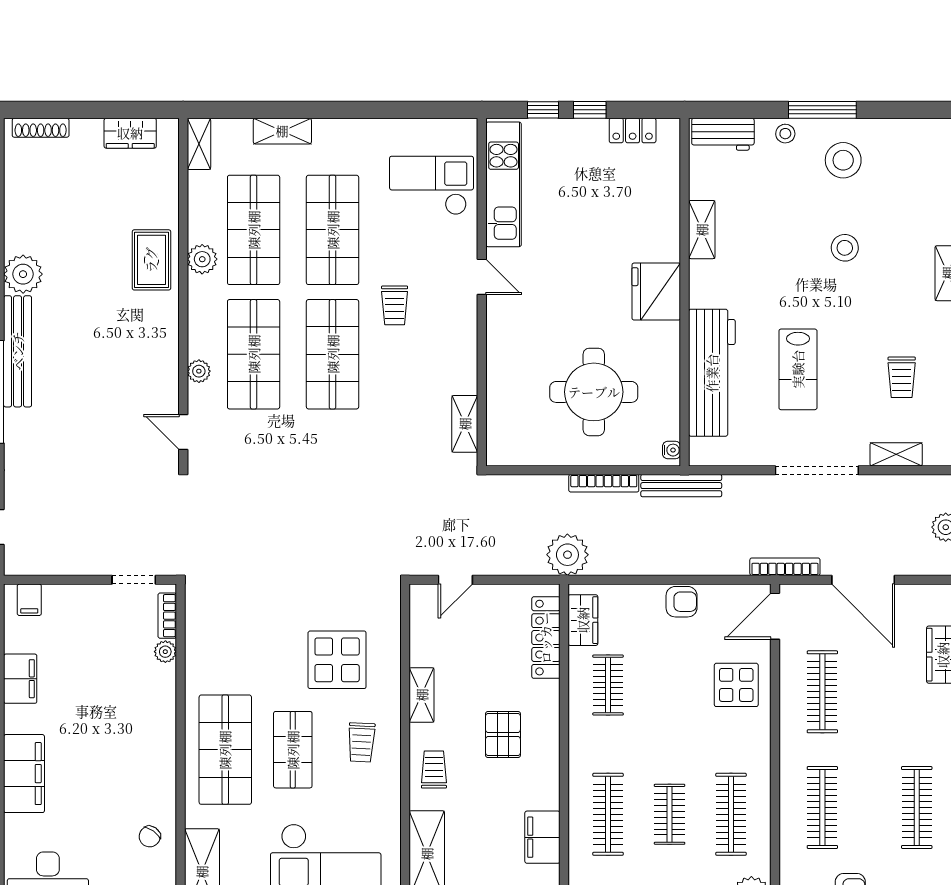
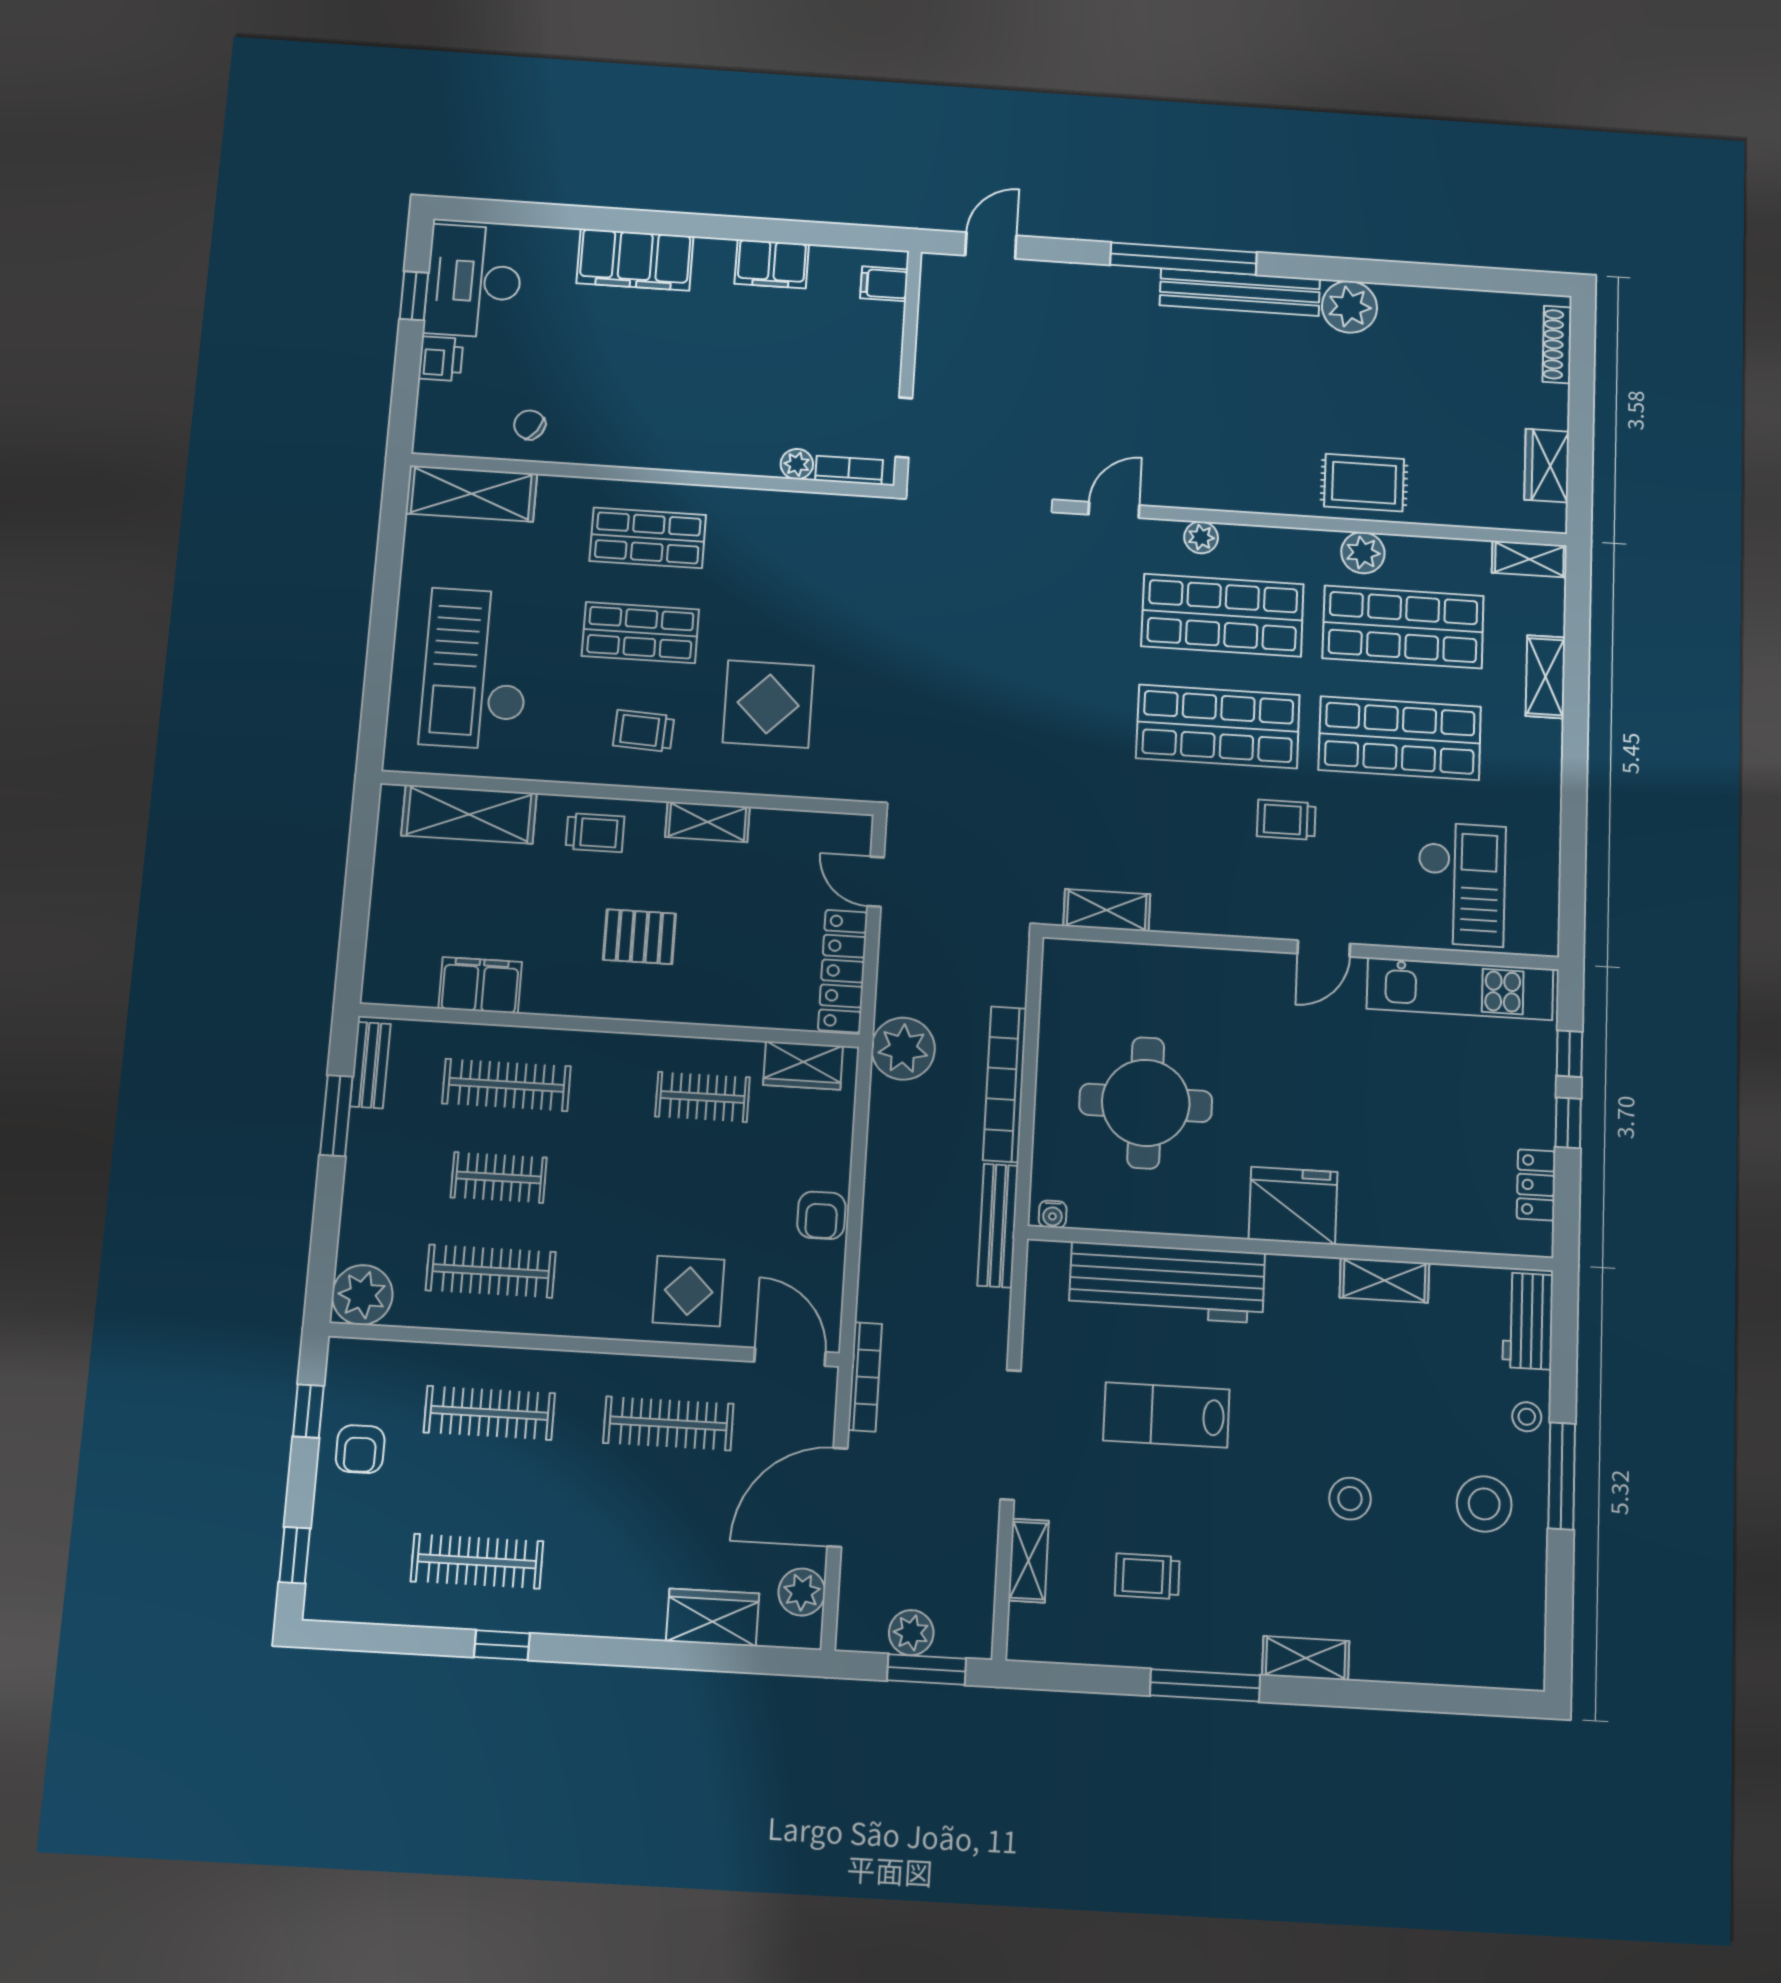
bookcase: (604, 483) -> (1005, 1084), width x1.48, depth x1.31
plant: (924, 599) -> (802, 1592), added
locker: (546, 638) -> (843, 971), moved, turned -90
shop shelf: (225, 750) -> (648, 538), width x0.70, depth x0.74

